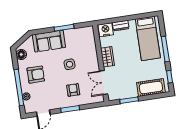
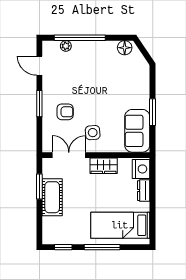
sofa: (49, 41) -> (137, 131), moved
side table: (70, 64) -> (93, 133), moved
armchair: (36, 75) -> (94, 63), removed
cot: (151, 88) -> (52, 197), moved

